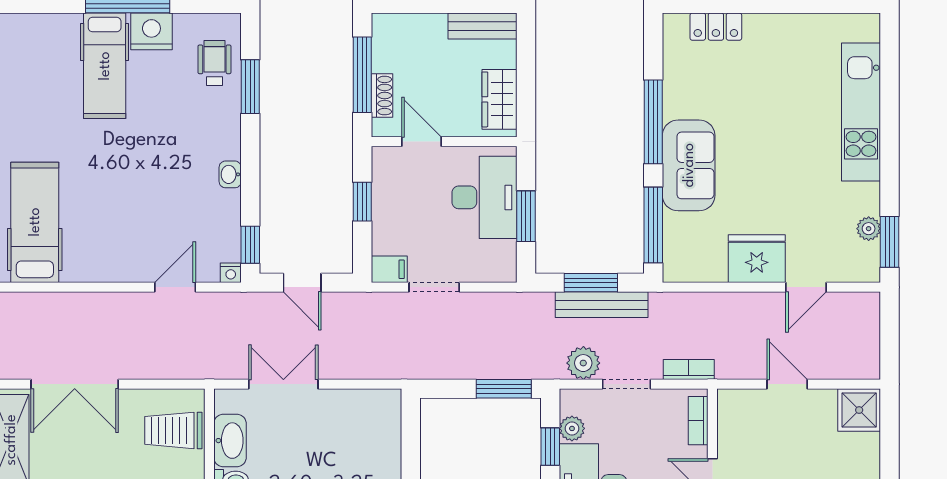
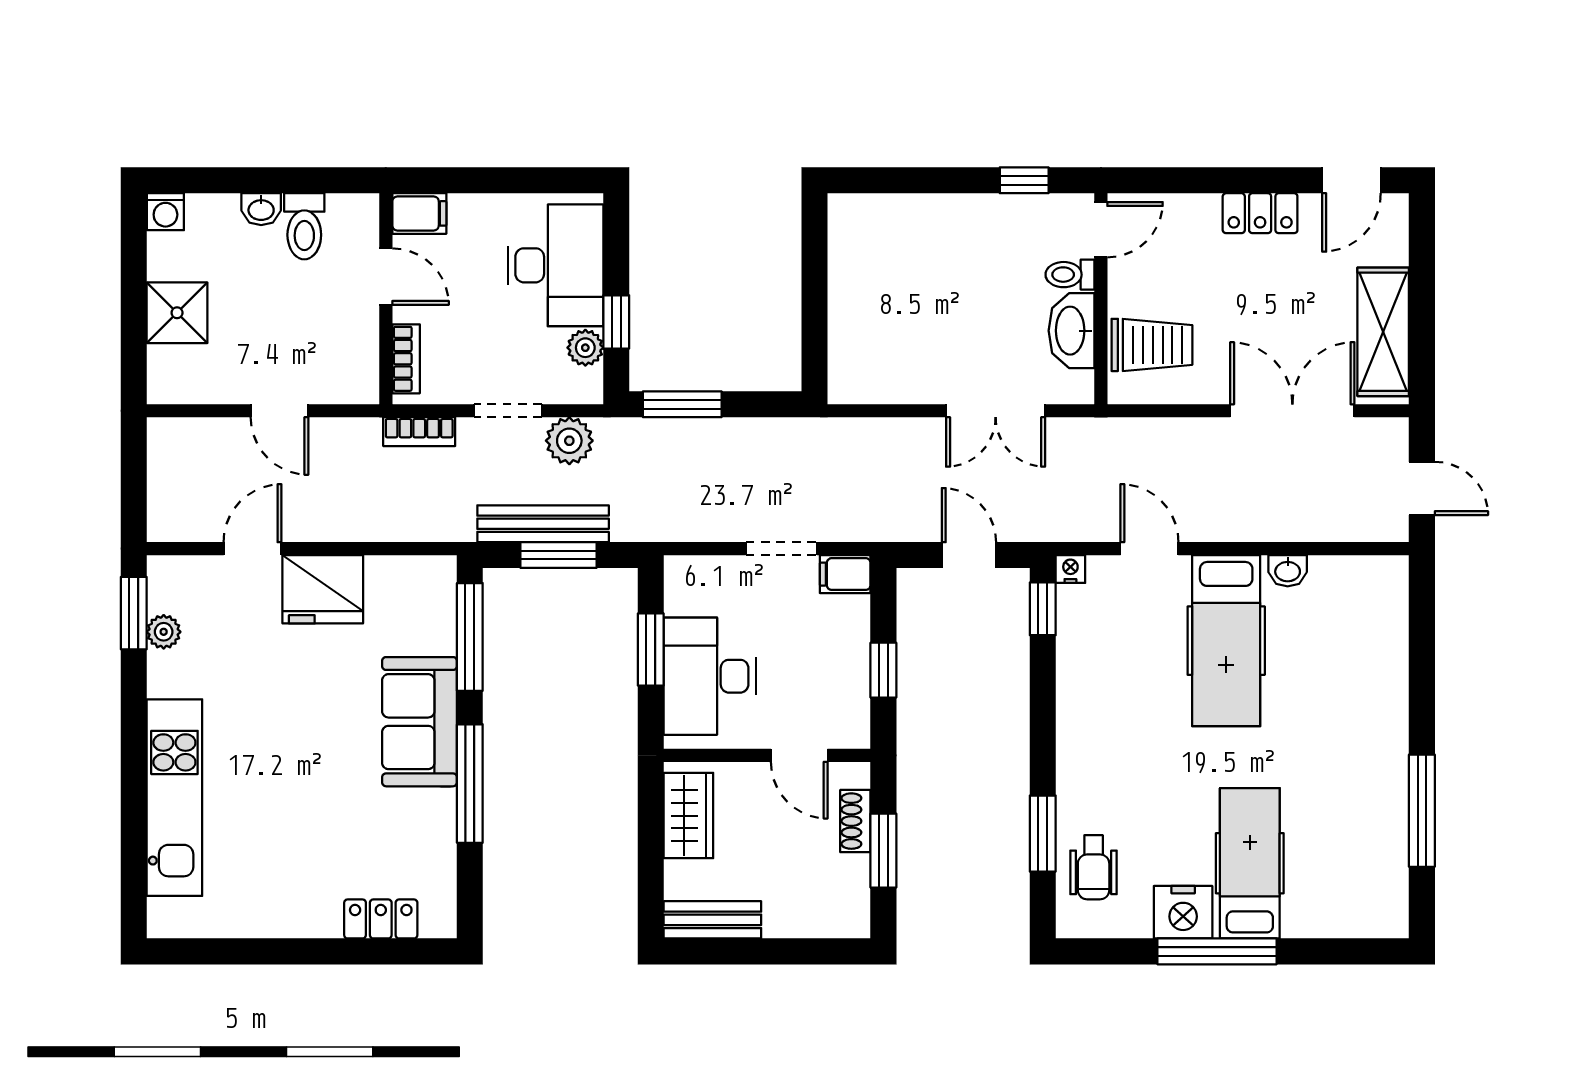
window: (362, 75) -> (883, 851), width x0.69
washbasin: (230, 174) -> (1288, 571), moved, turned 90
hospital bed: (35, 222) -> (1226, 641), moved
door: (175, 287) -> (1149, 549), swing flipped
shower: (859, 410) -> (177, 313), moved

